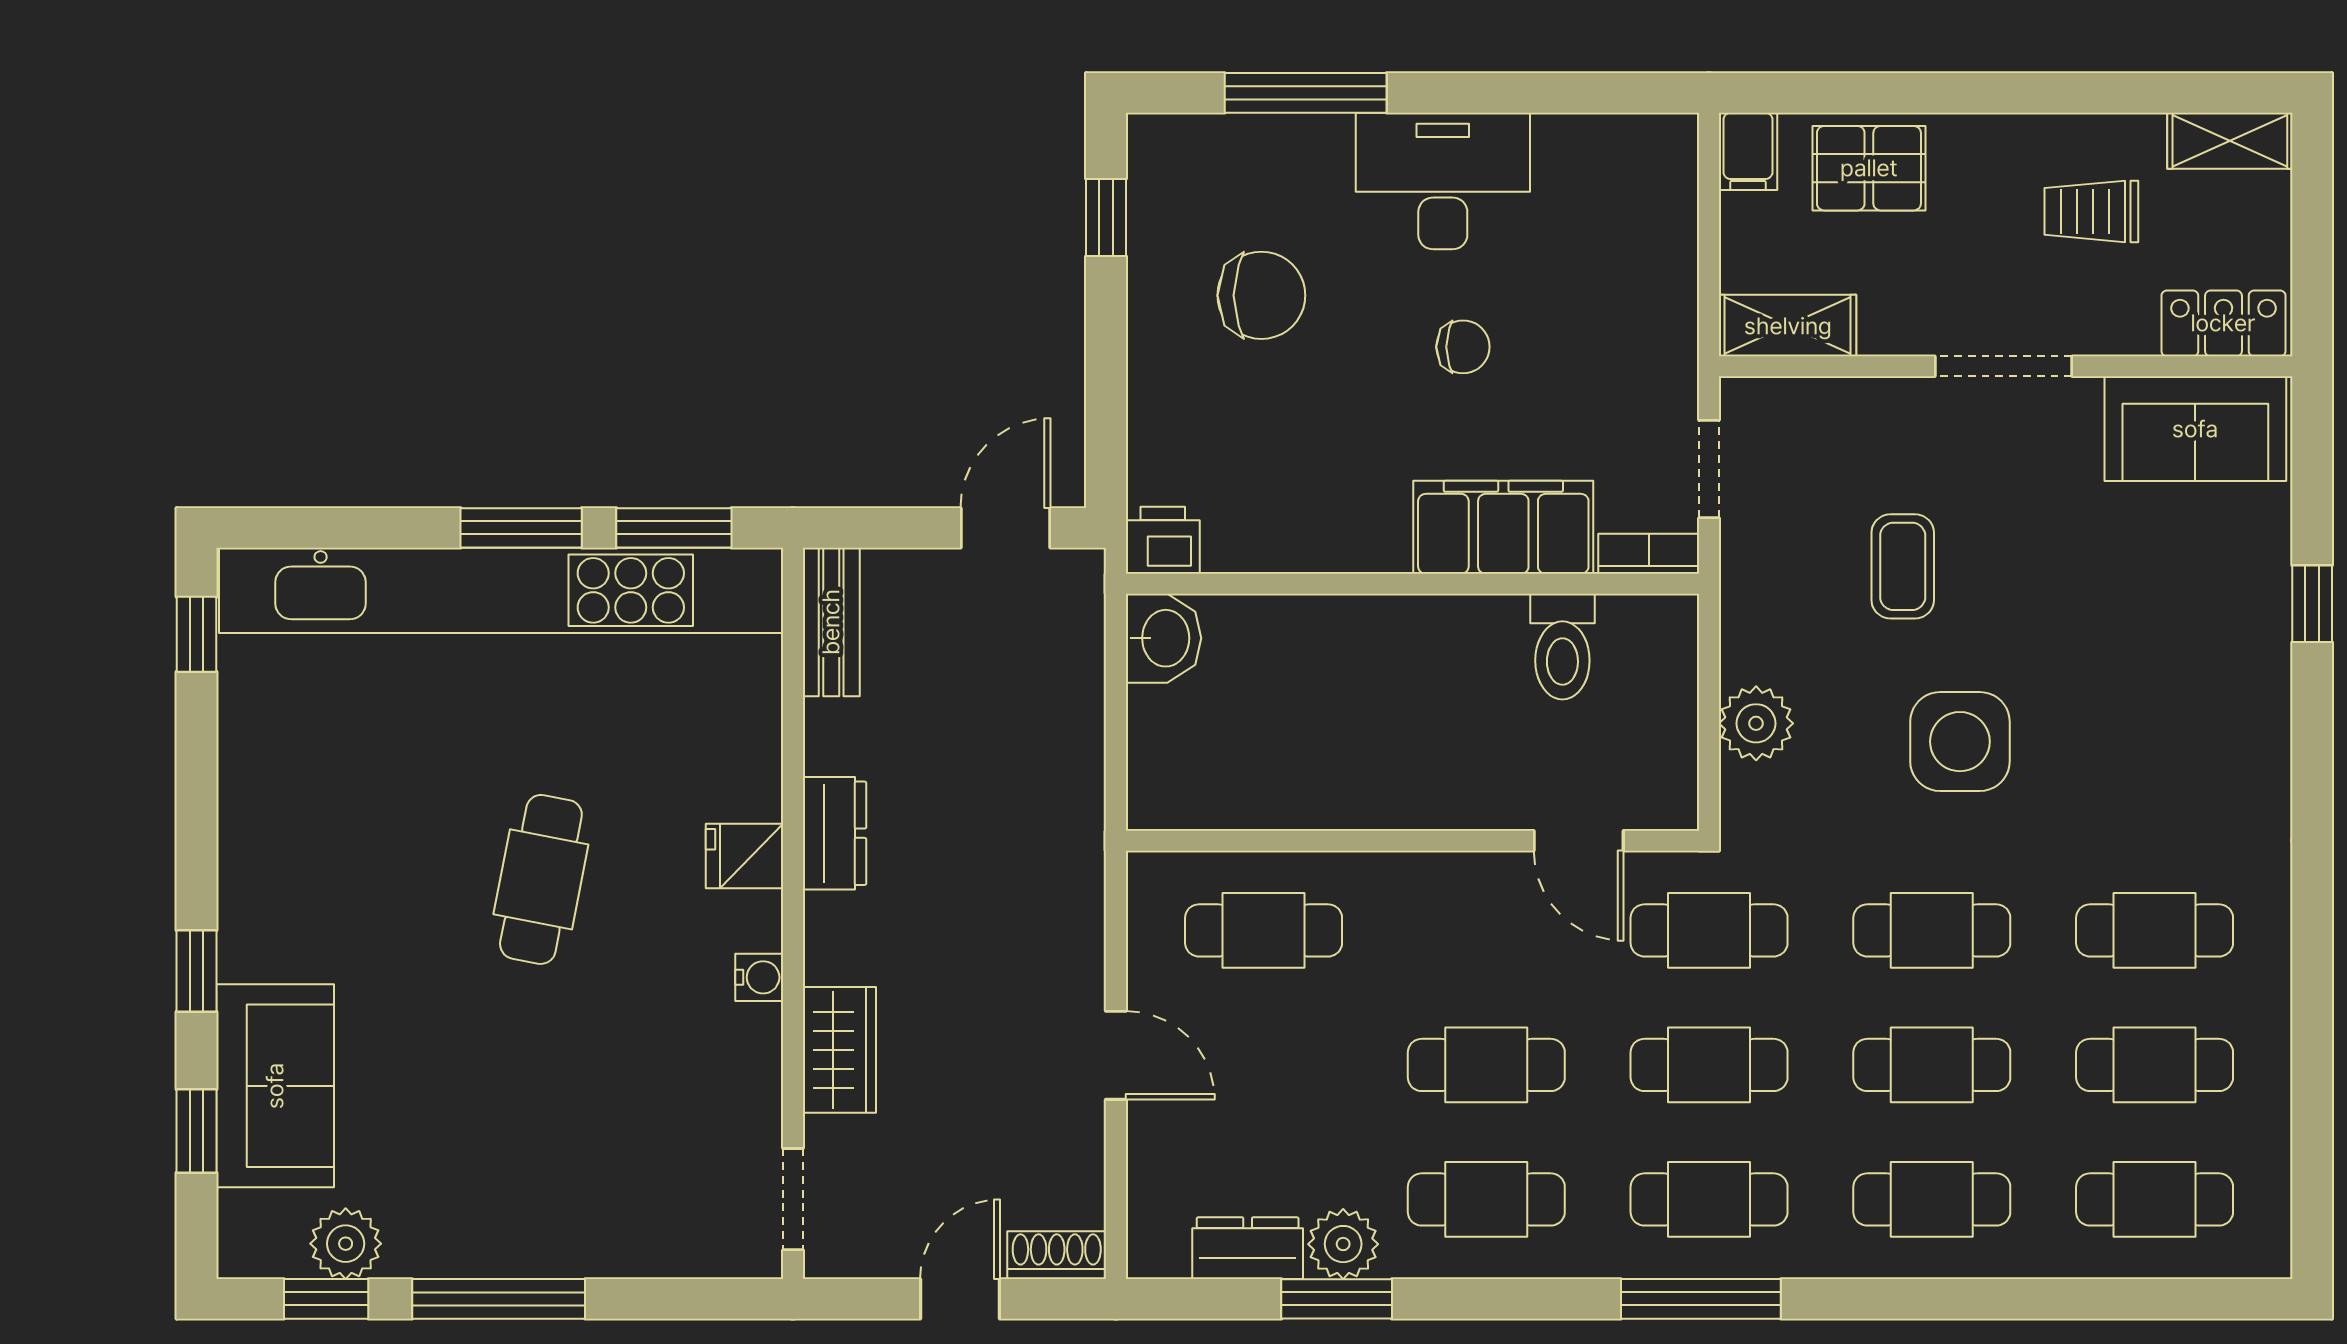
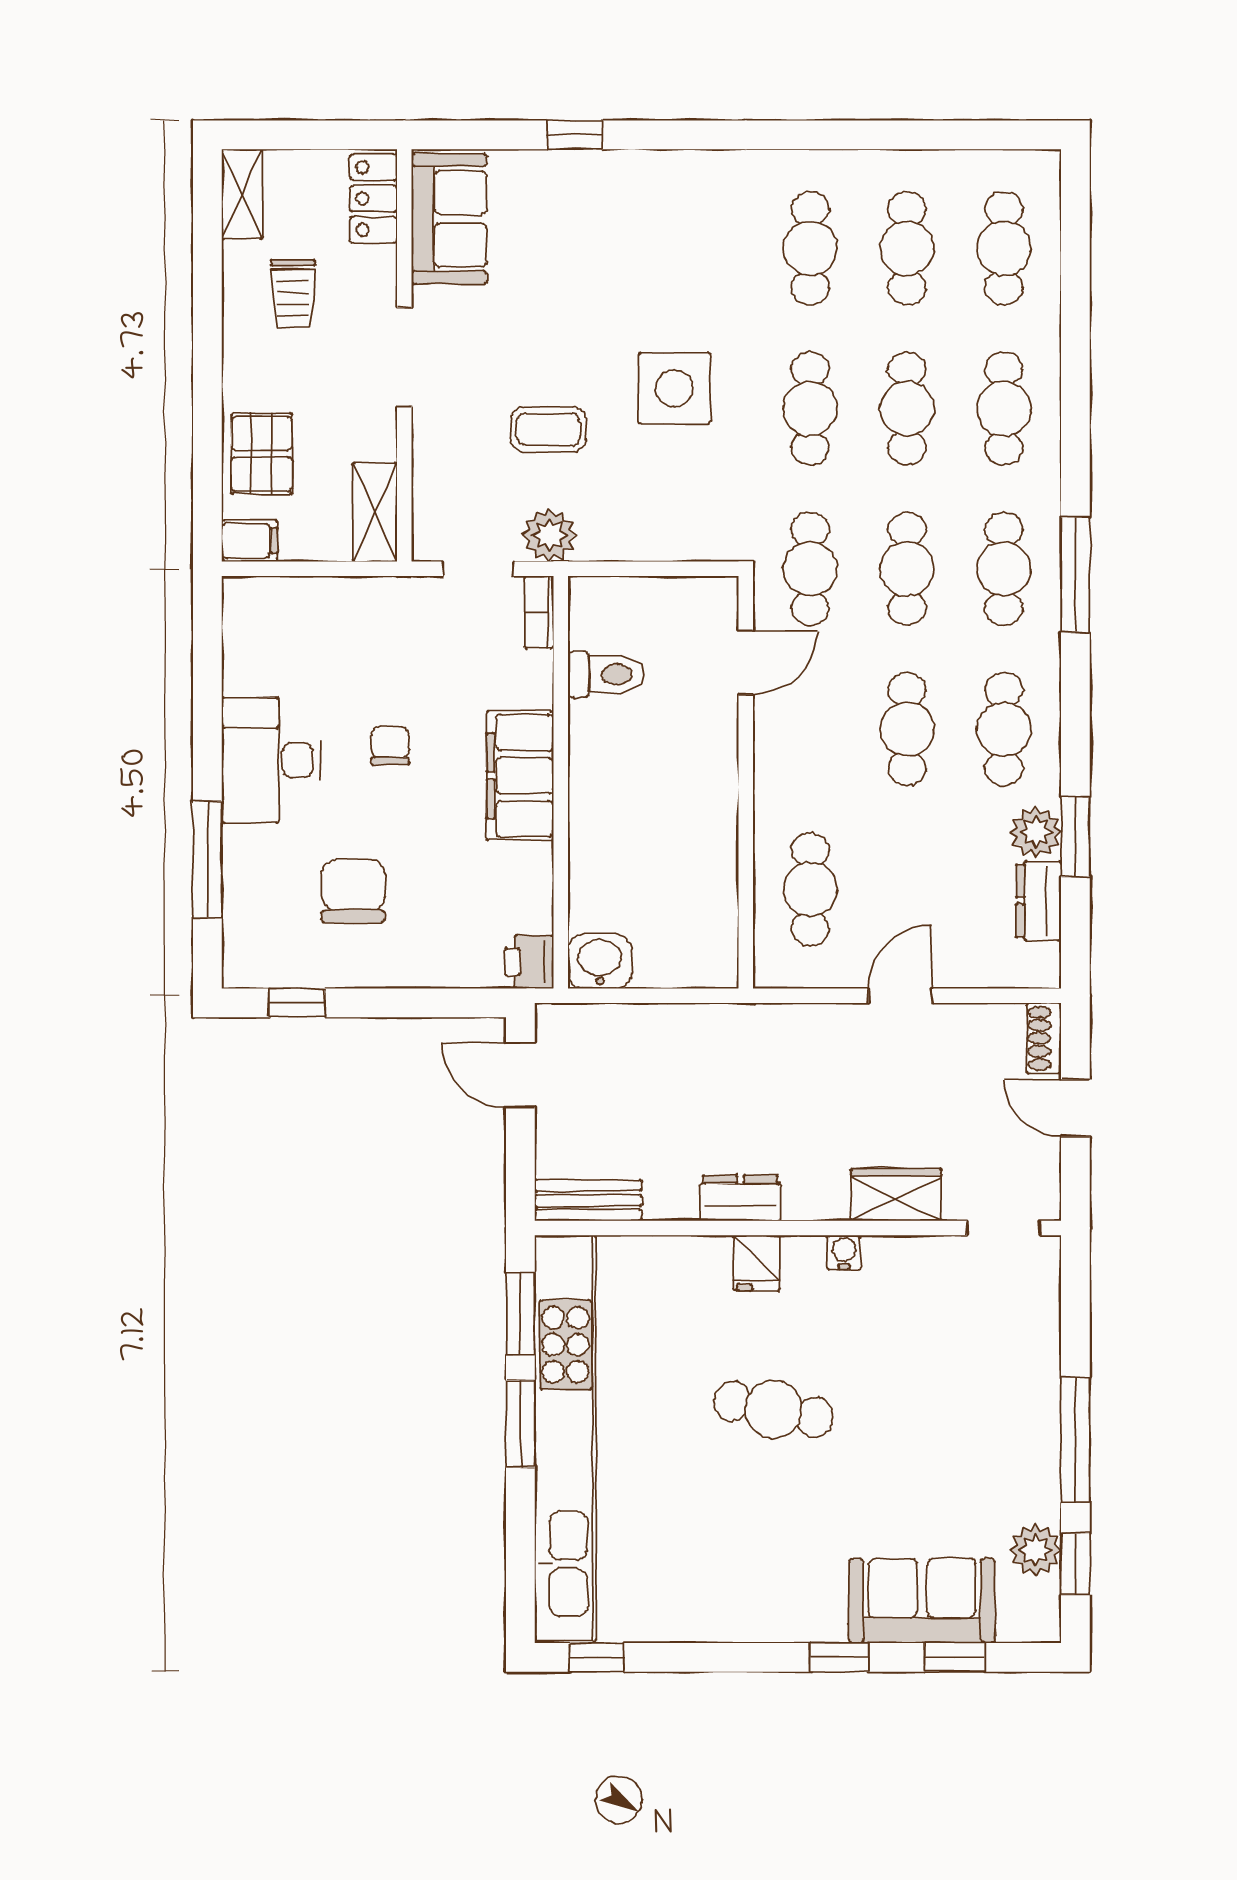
filing cabinet: (1503, 527) -> (520, 776), moved
plant: (1756, 723) -> (549, 535), moved

